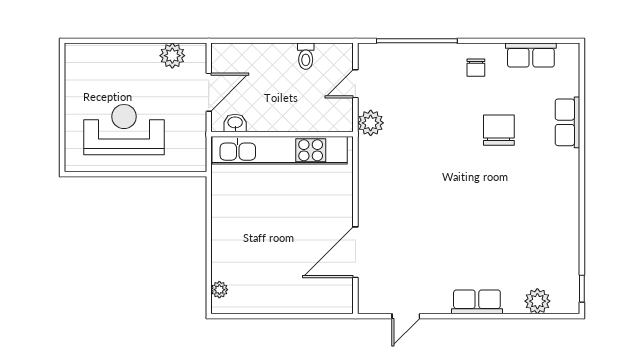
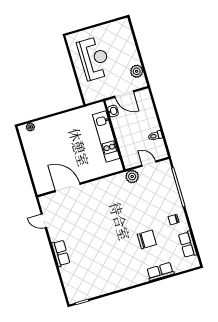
kitchen unit: (280, 150) -> (106, 136), width x0.73
plant: (537, 301) -> (70, 282), removed

